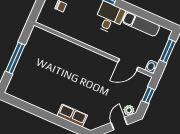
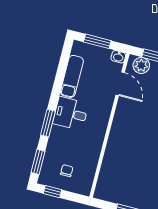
plant: (141, 85) -> (141, 65), added

